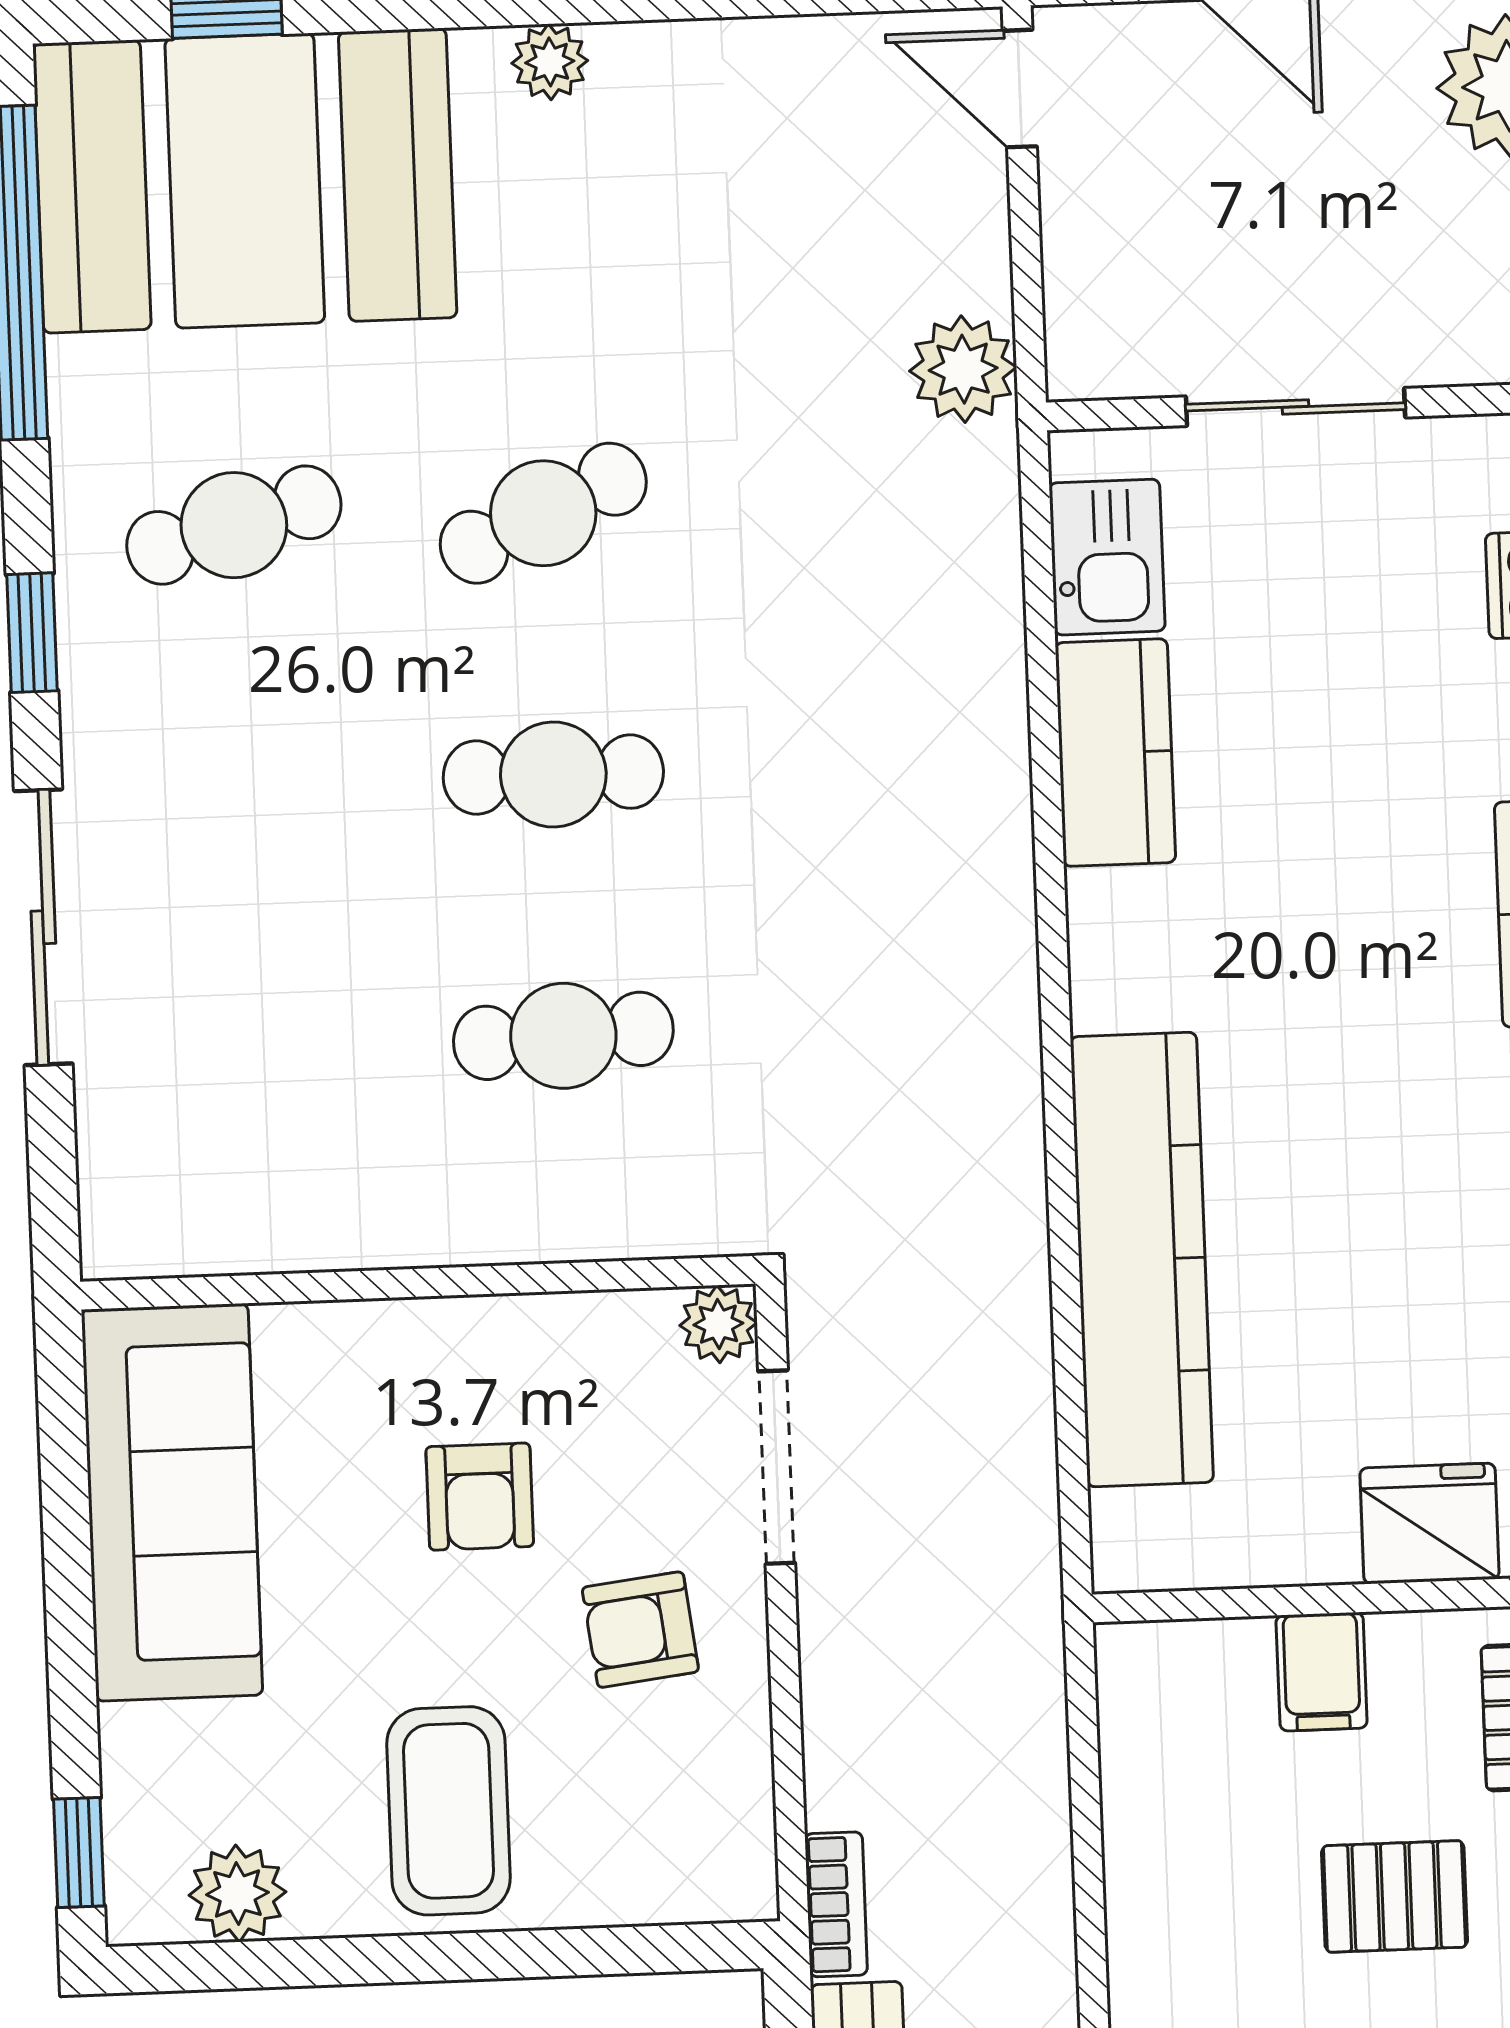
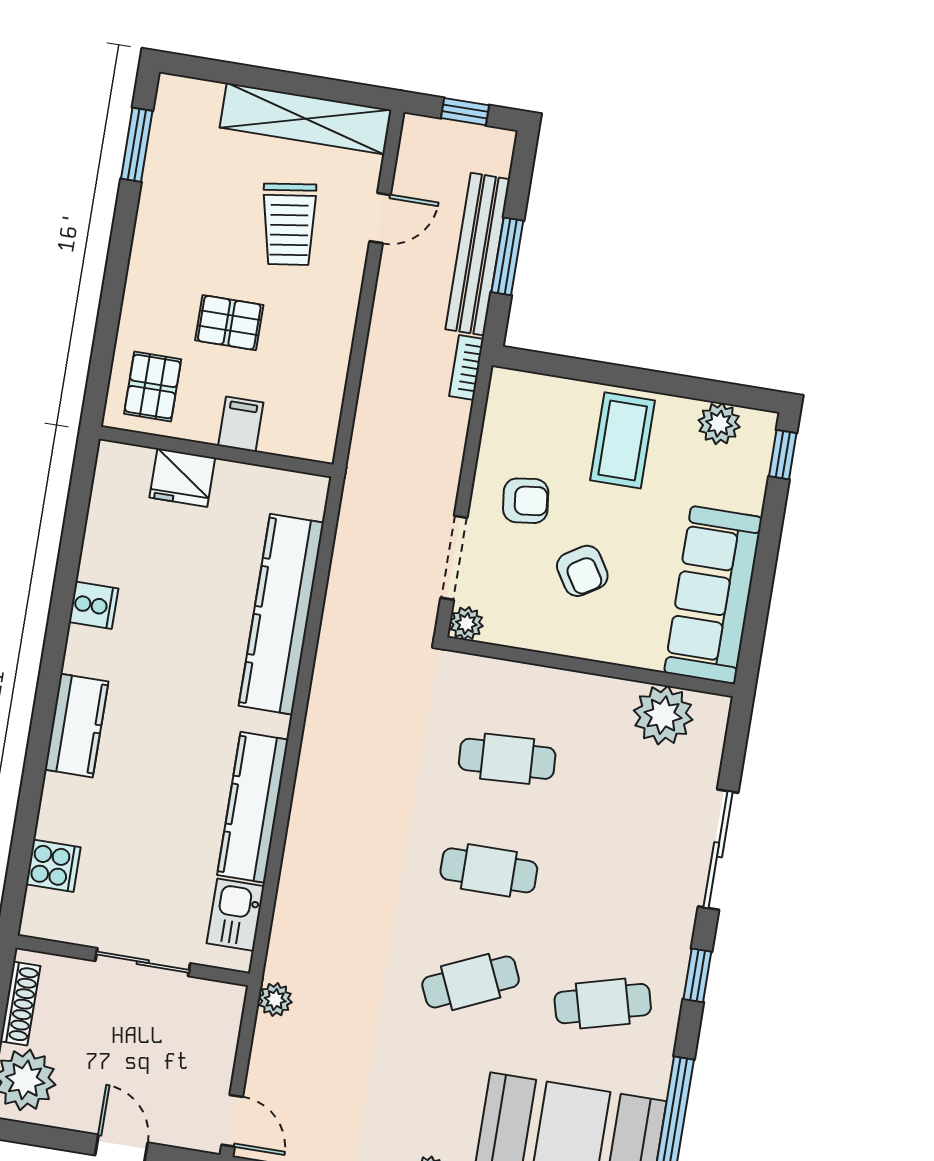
plant: (963, 369) -> (275, 1000), width x0.73, depth x0.73
kitchen counter: (1115, 753) -> (253, 807), width x1.50
plant: (230, 1207) -> (663, 715), added
armchair: (480, 1497) -> (582, 571), turned 148

